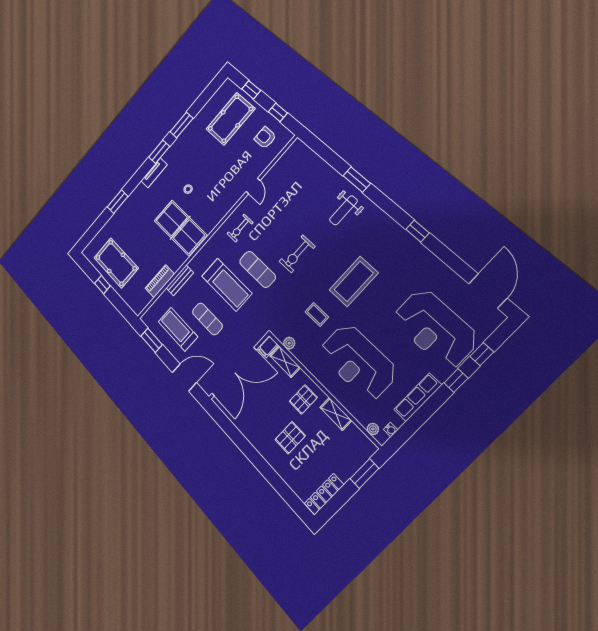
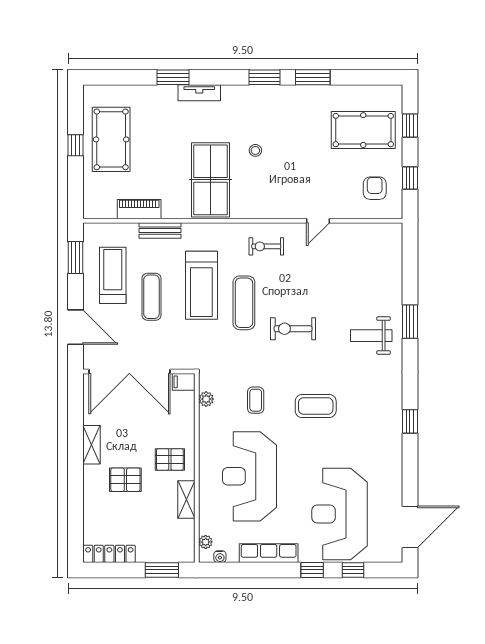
tv unit: (154, 173) -> (199, 93), moved
coffee table: (354, 281) -> (316, 406), width x0.73, depth x0.76
shelving: (285, 362) -> (91, 445), moved

